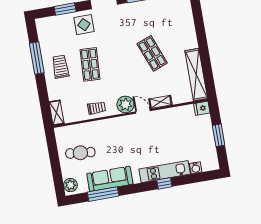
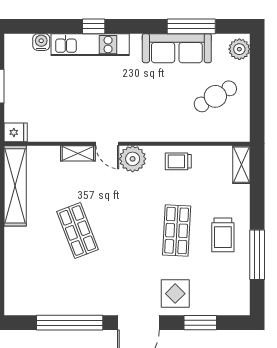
cafe table: (80, 153) -> (215, 96), turned -36

